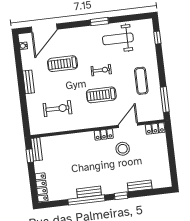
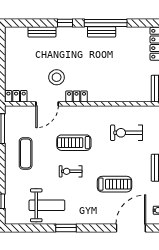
treadmill: (101, 95) -> (74, 143), turned 180

